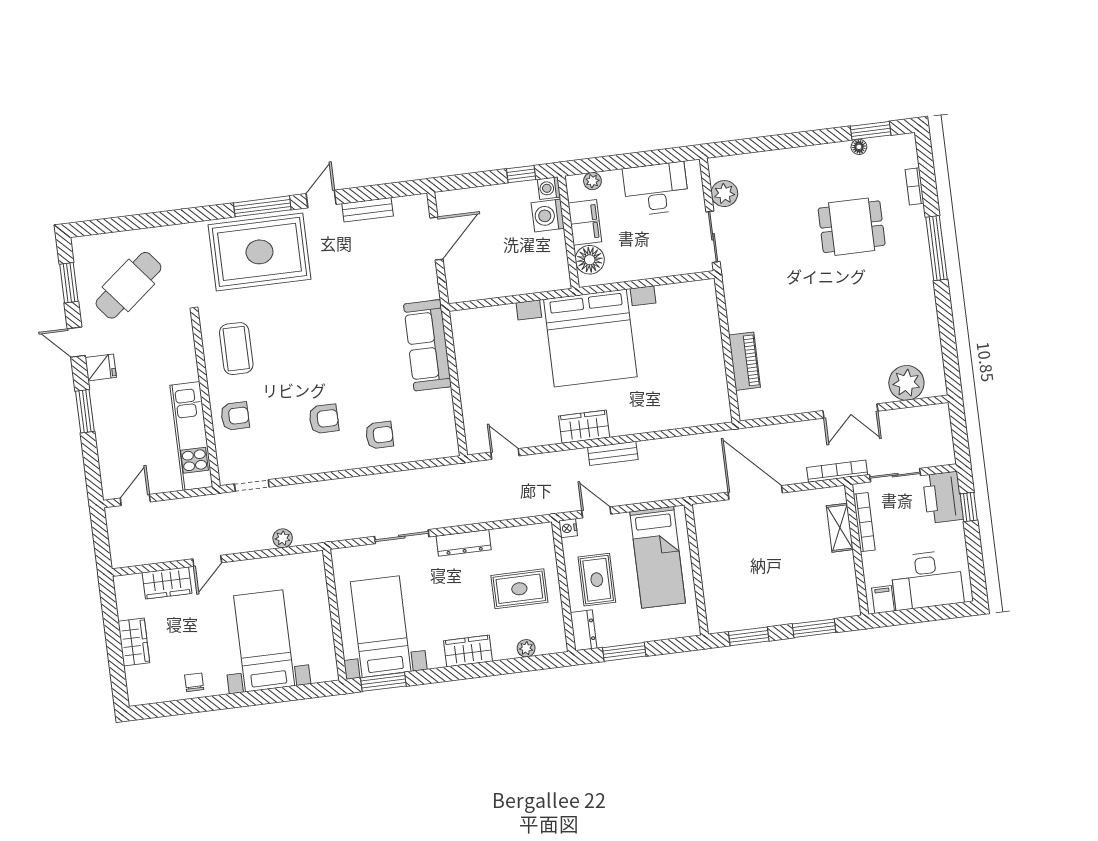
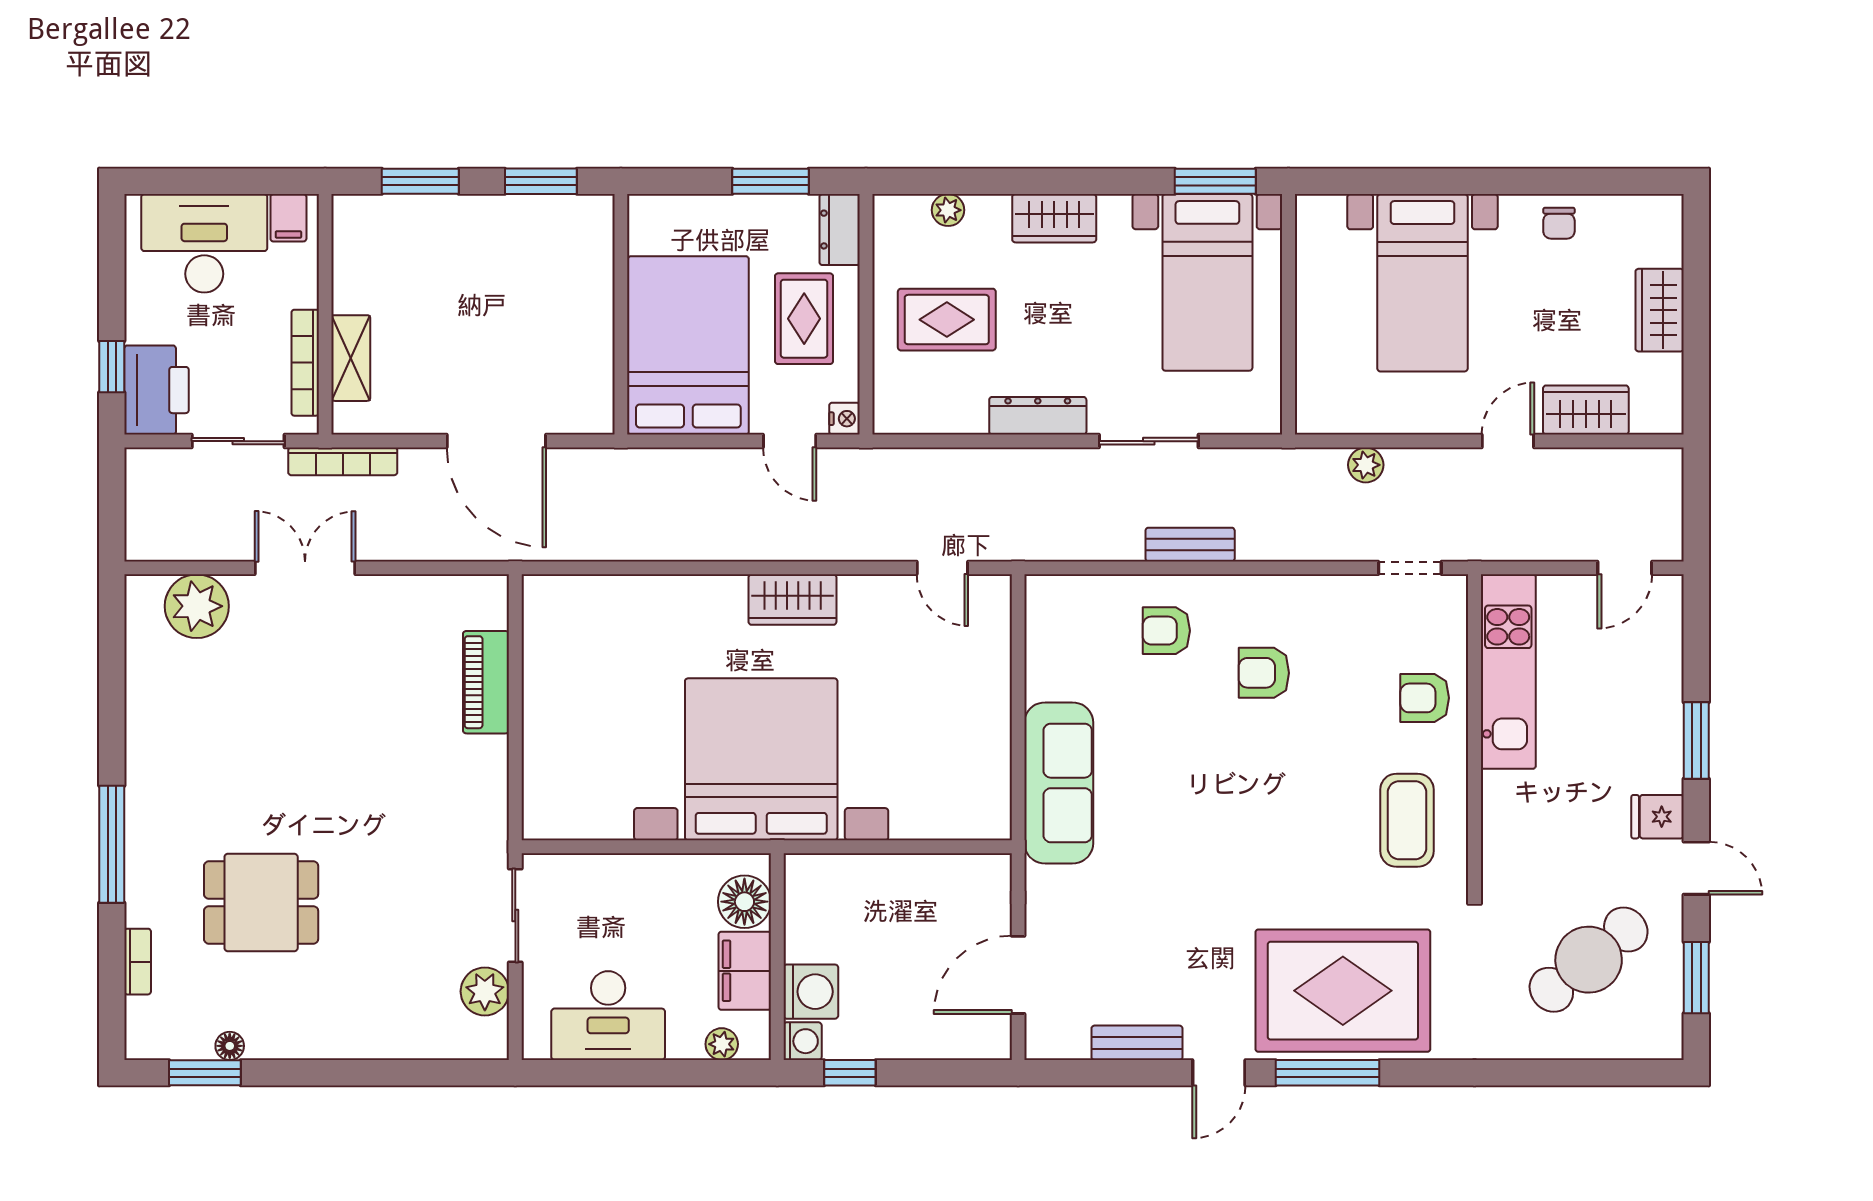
bench: (613, 453) -> (1190, 545), moved
bed: (658, 557) -> (688, 345), width x1.50

